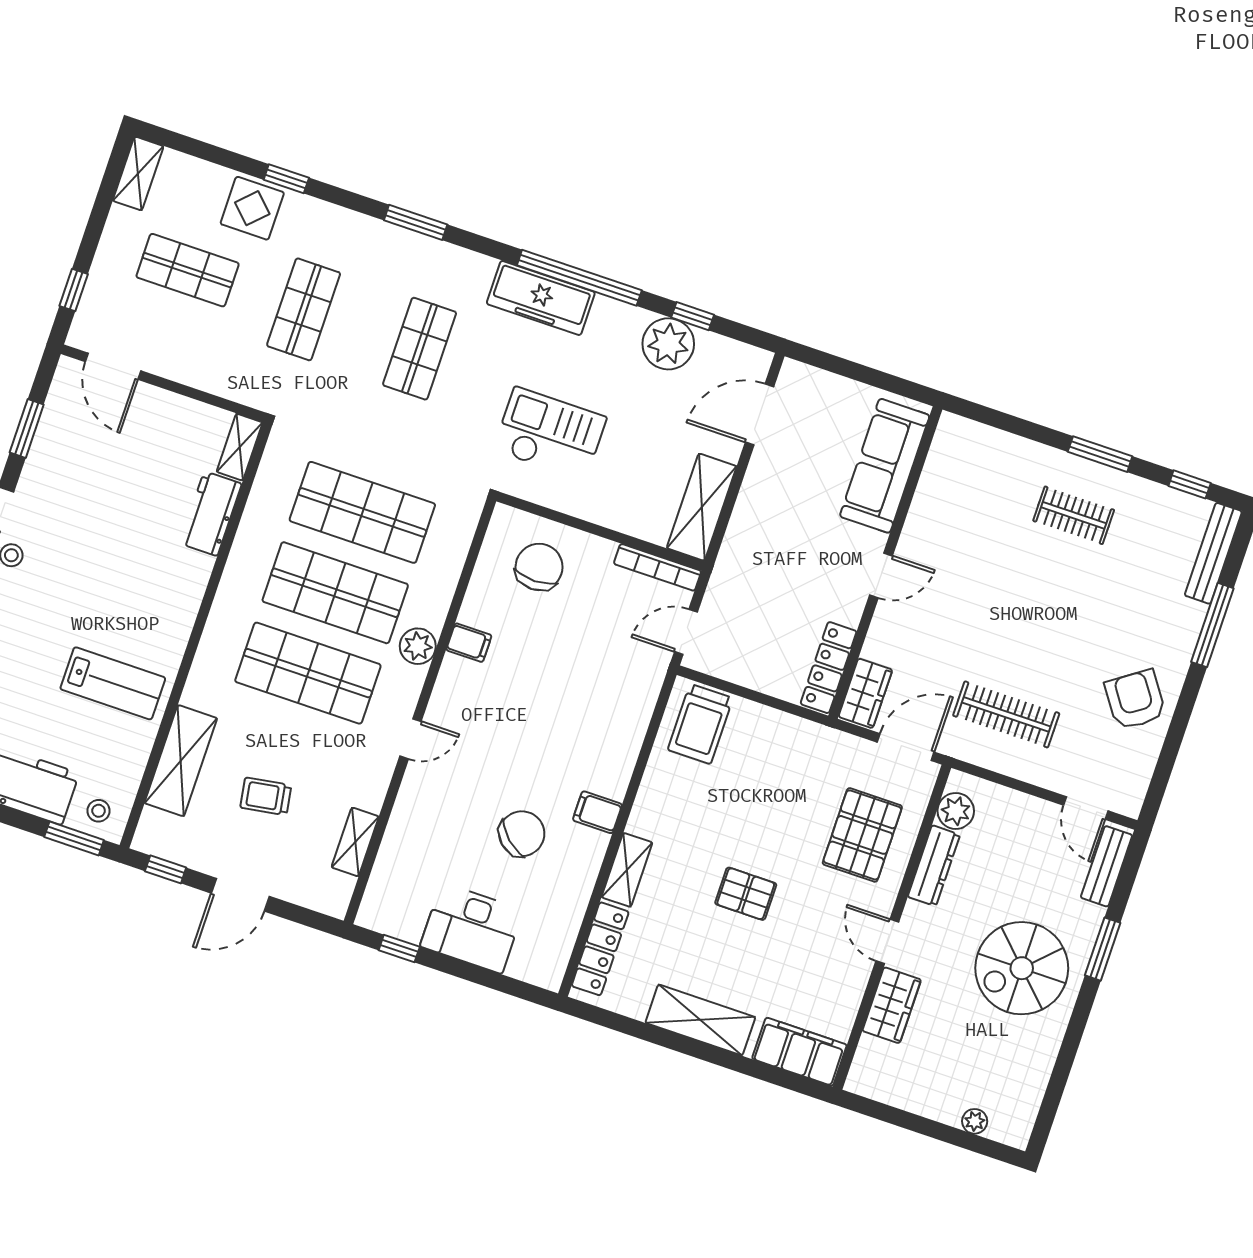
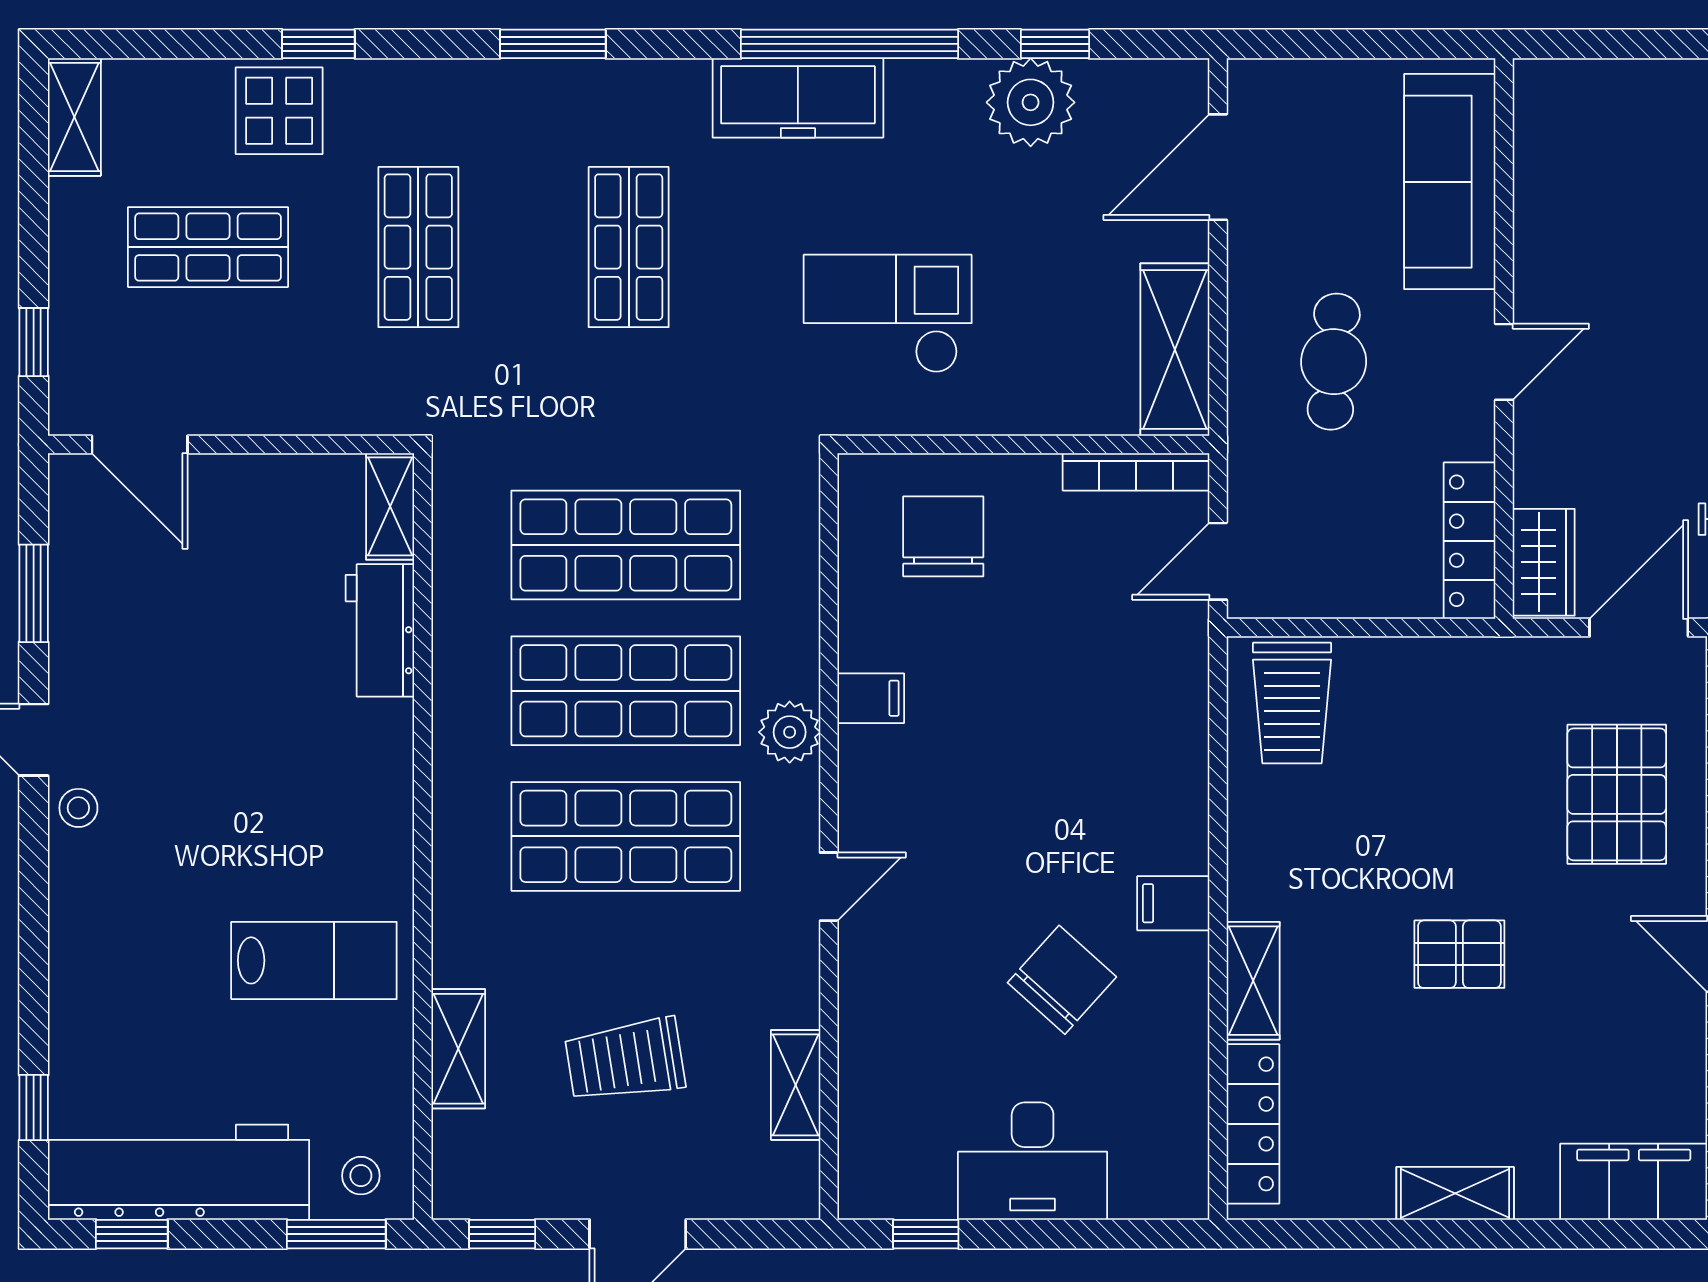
cafe table: (787, 543) -> (1334, 362), added
shelving: (181, 761) -> (458, 1049), width x0.67, depth x0.75
trolley: (266, 796) -> (625, 1060), width x1.36, depth x1.39
shelving: (700, 1020) -> (1455, 1193), width x0.67, depth x0.75

